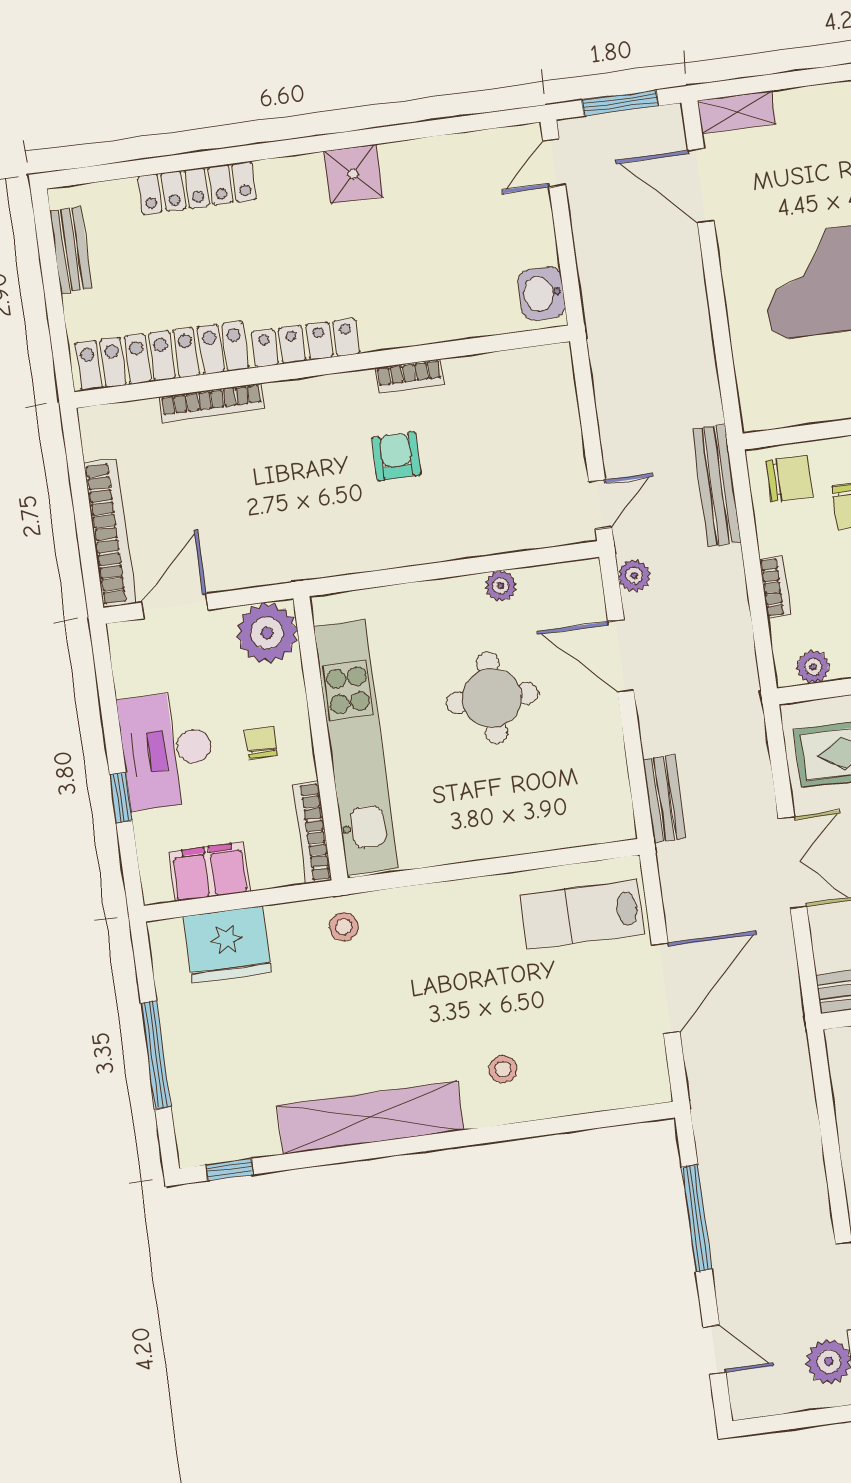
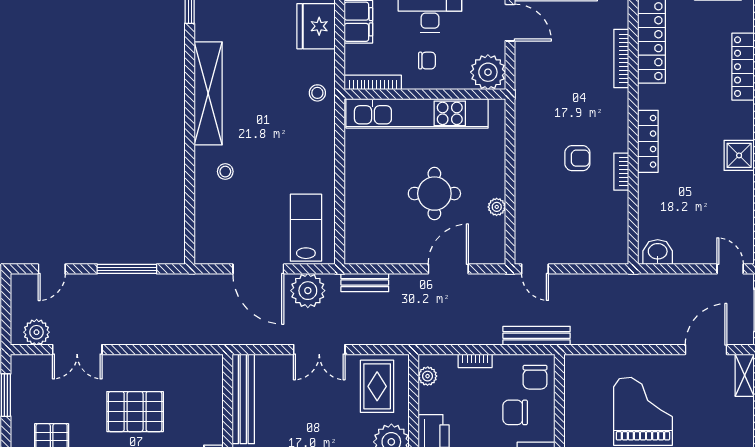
locker: (306, 343) -> (648, 141), moved
plant: (634, 576) -> (308, 291), moved, width x1.87, depth x1.87

